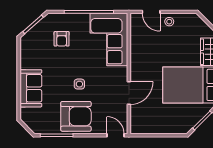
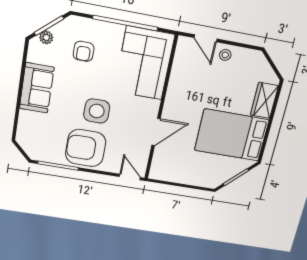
plant: (32, 34) -> (46, 37), added
side table: (79, 84) -> (97, 111), width x1.87, depth x1.87
sofa: (31, 88) -> (37, 88), moved
armchair: (76, 116) -> (86, 148), turned 180

